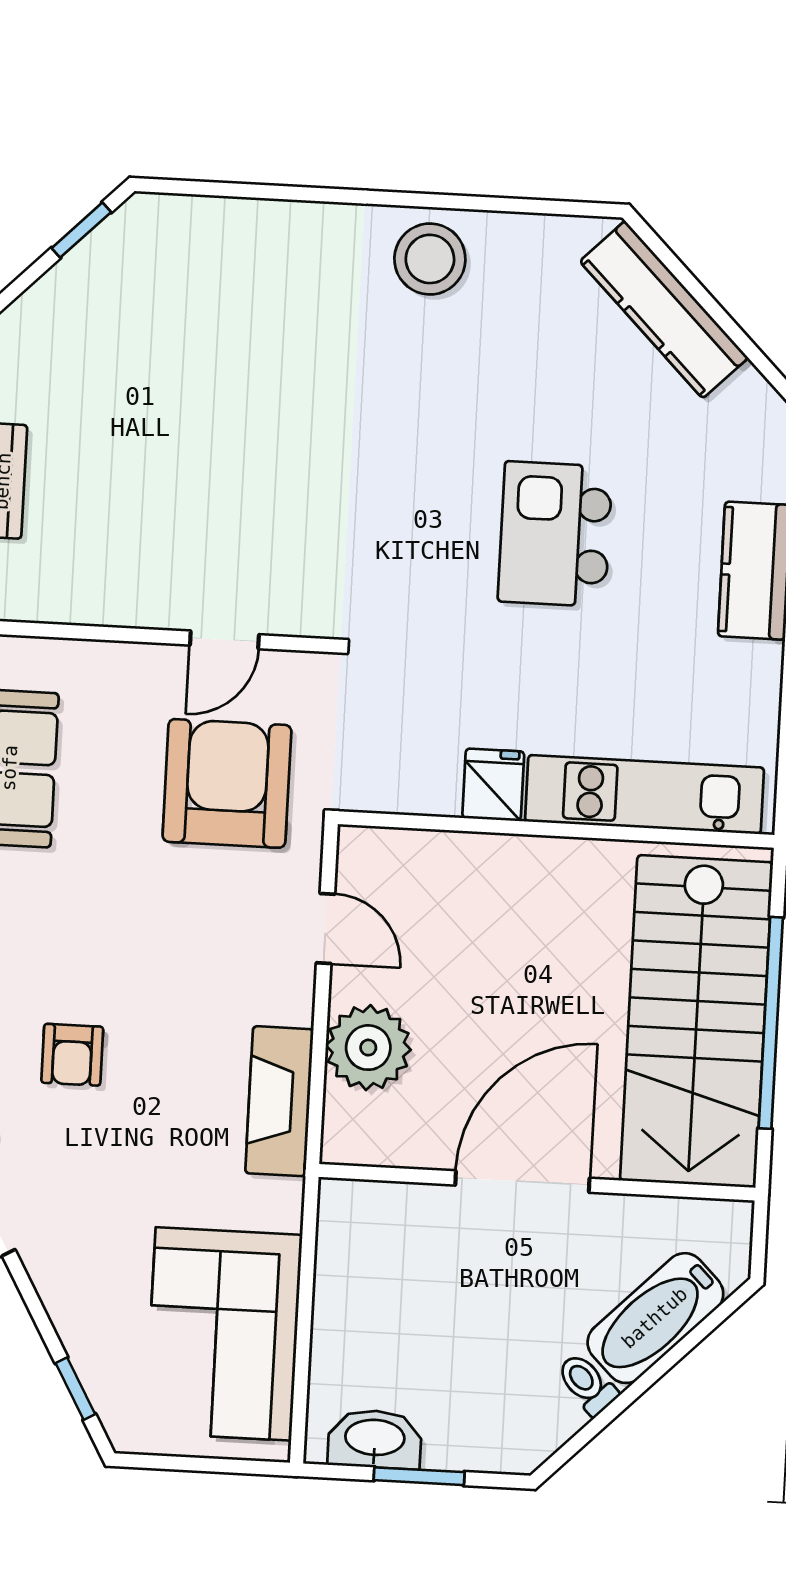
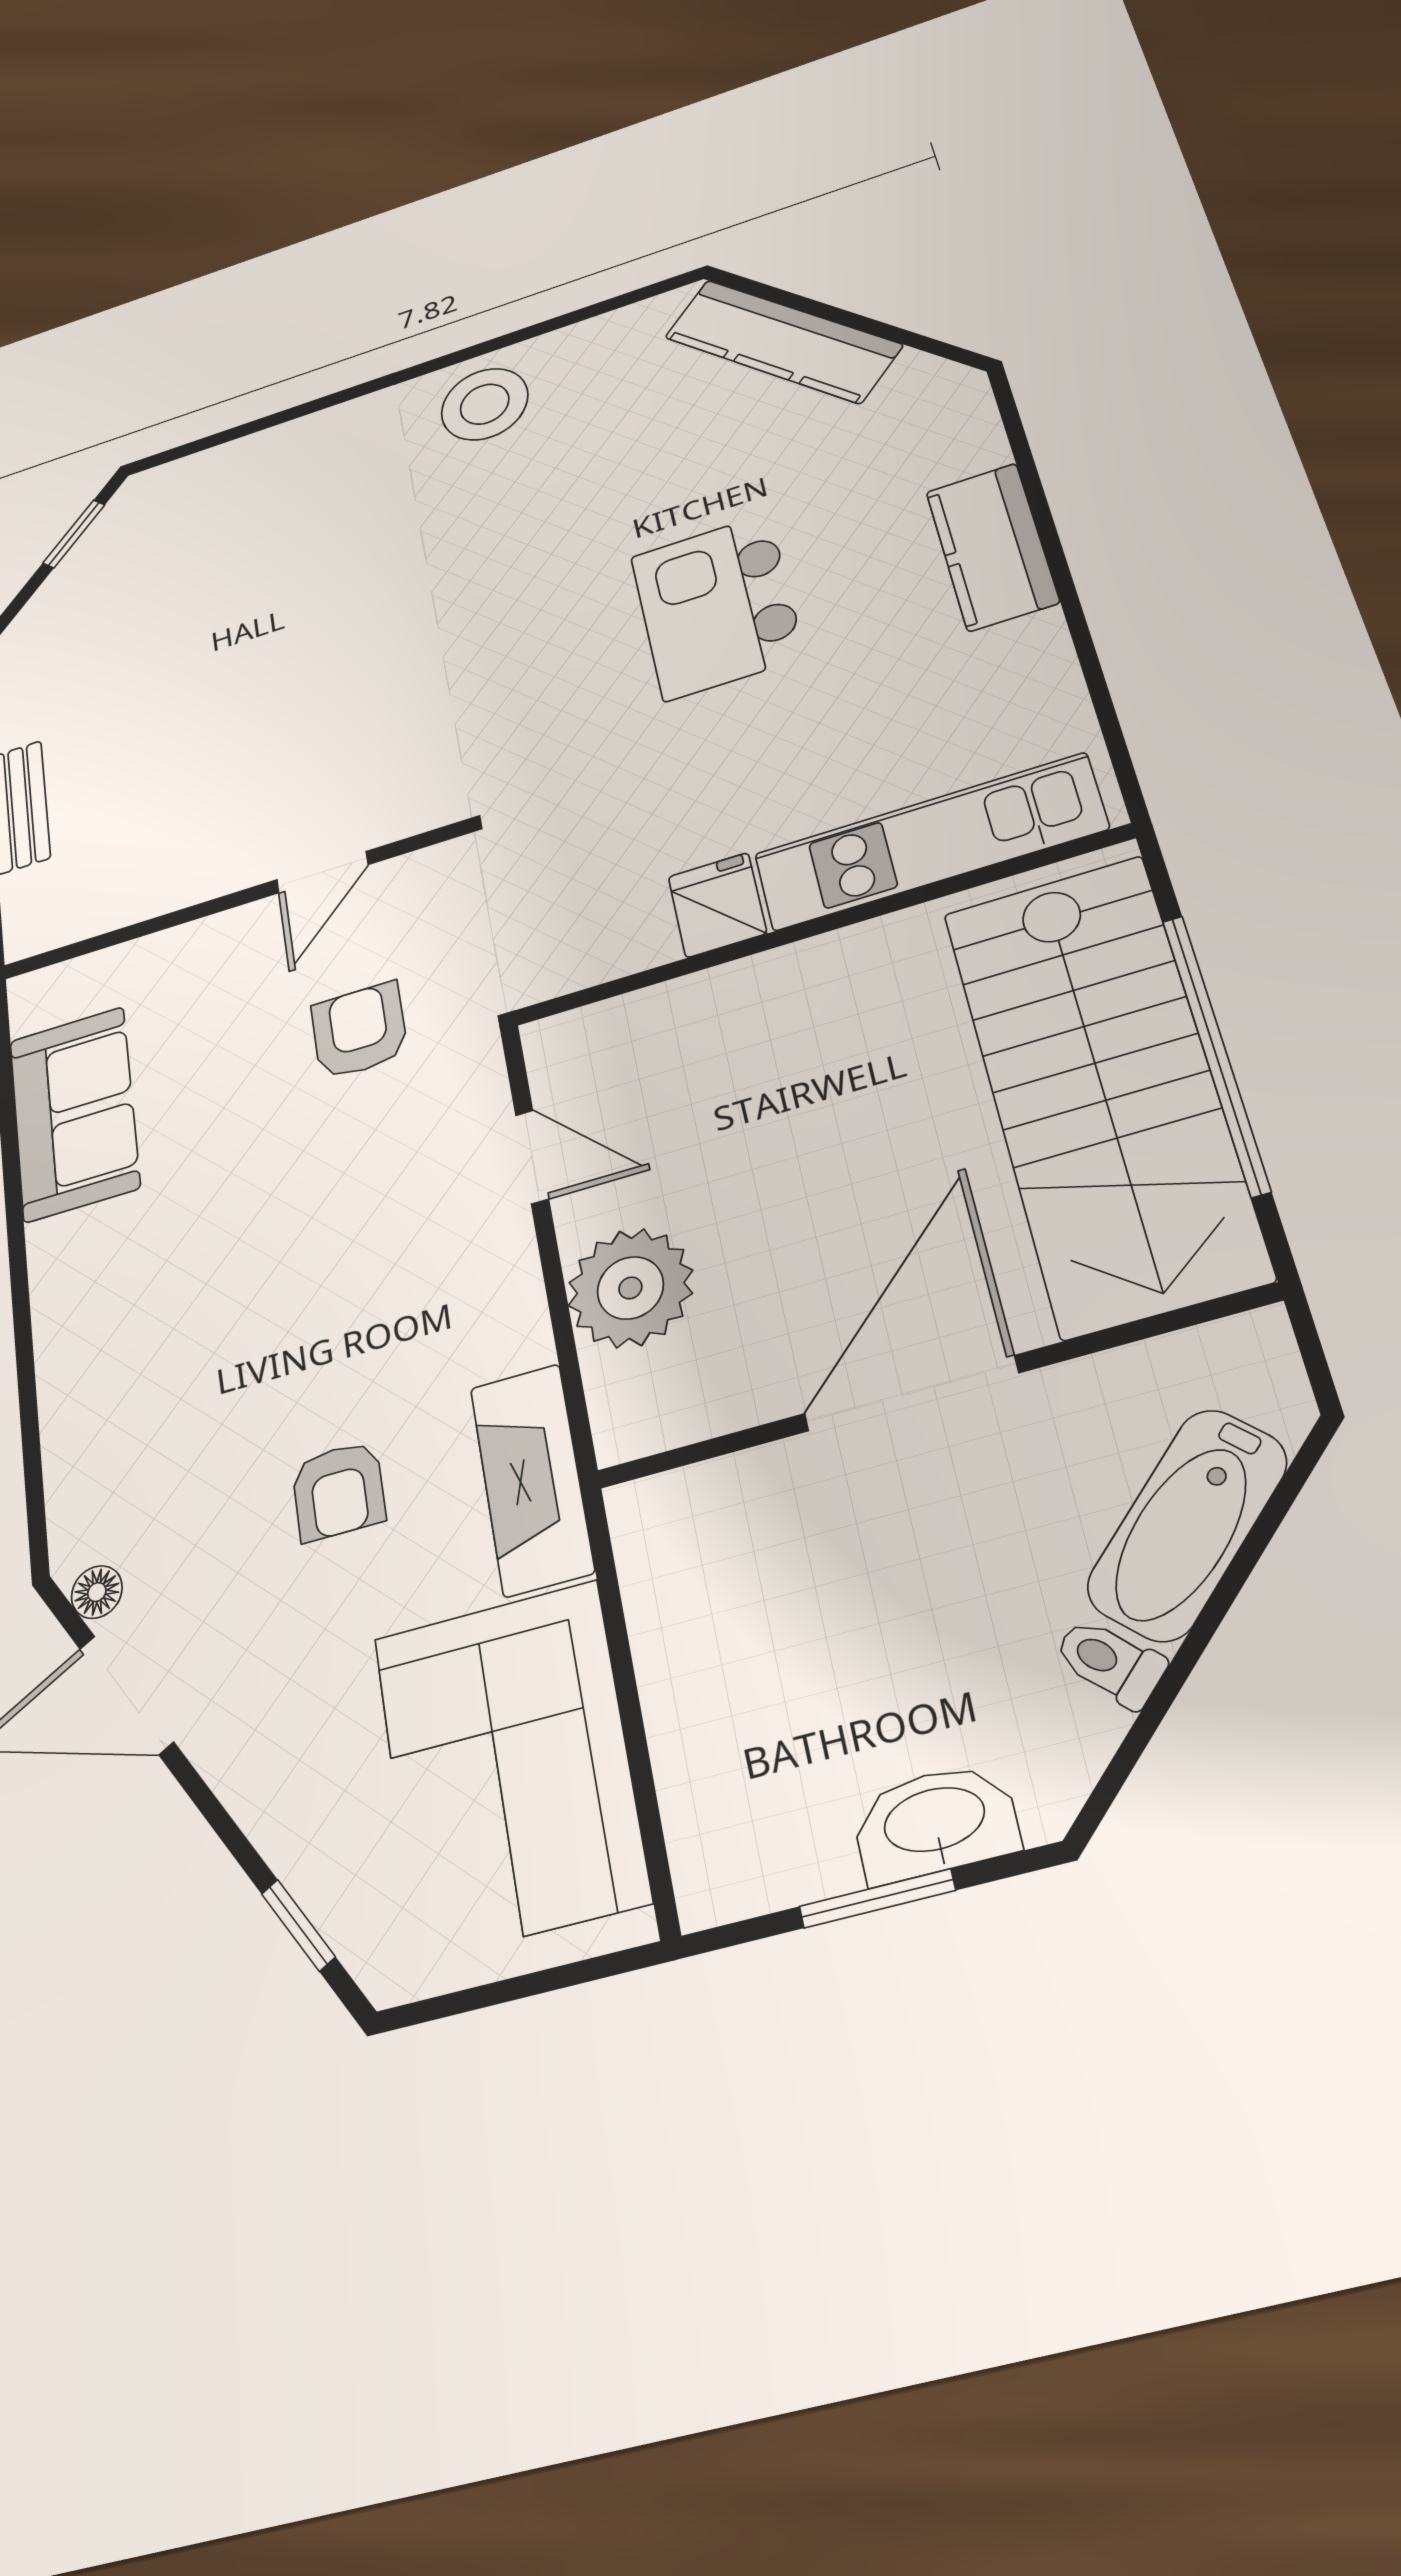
armchair: (227, 783) -> (359, 1031), width x0.53, depth x0.53
armchair: (72, 1055) -> (339, 1491), moved
fireplace: (279, 1101) -> (532, 1479), moved
washbasin: (375, 1439) -> (935, 1822), moved

